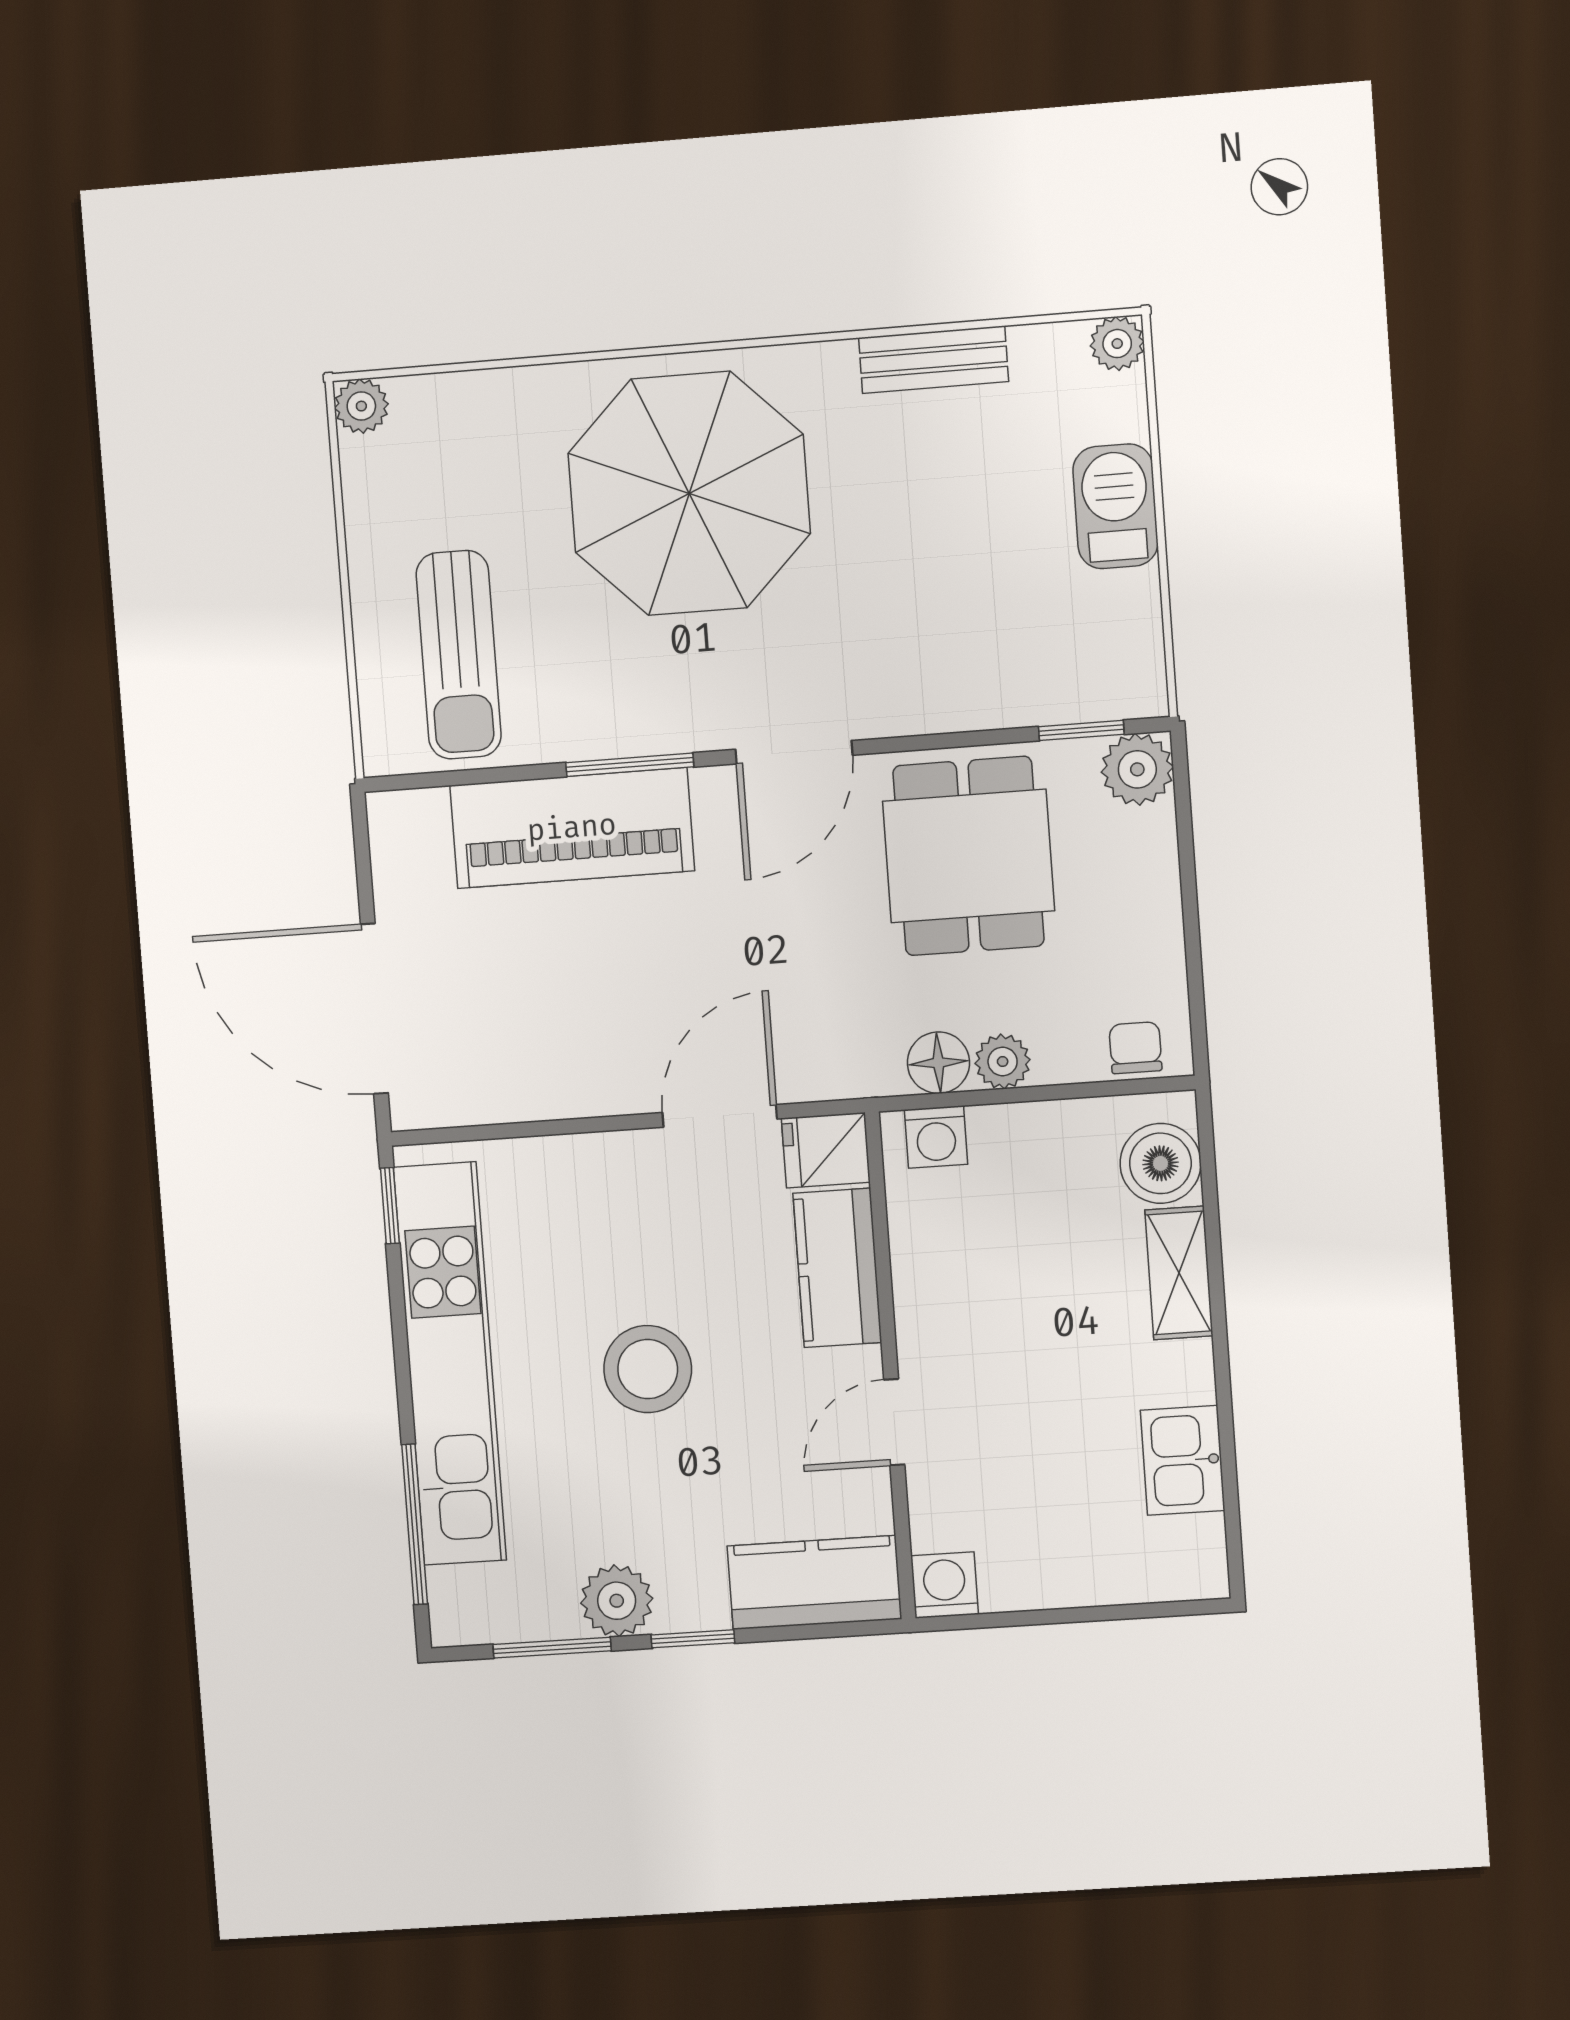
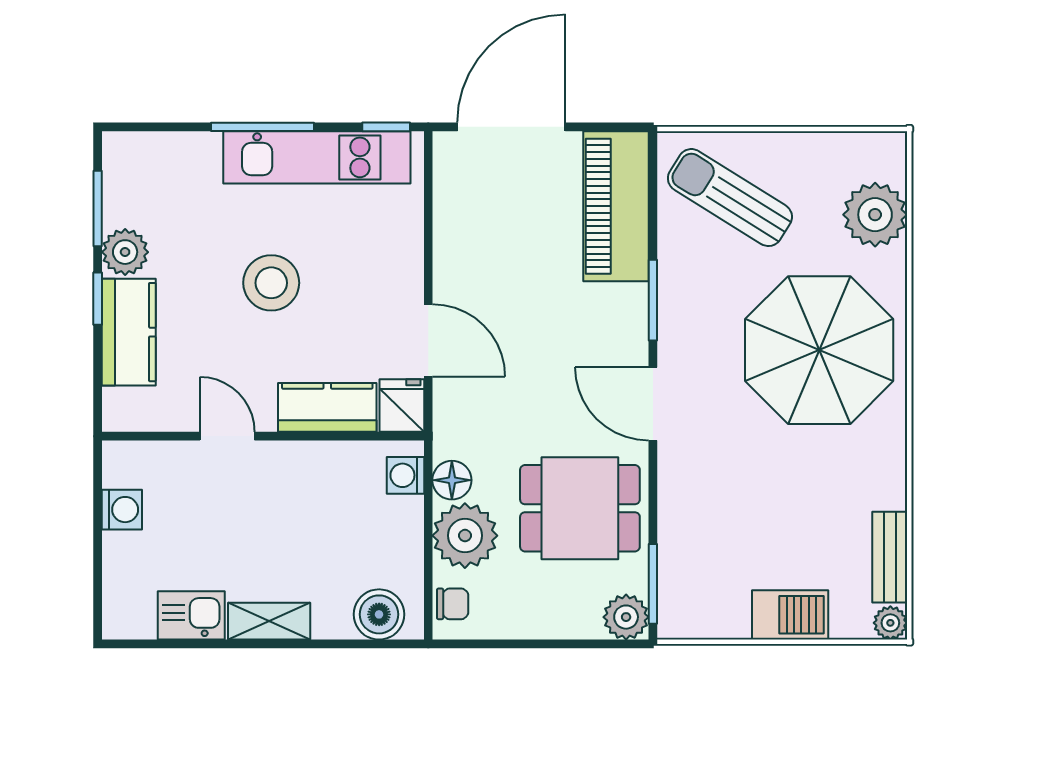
bench: (934, 360) -> (890, 557), moved
plant: (361, 406) -> (875, 215), moved, width x1.88, depth x1.88
sun lounger: (459, 655) -> (730, 198), turned 32
window: (1081, 730) -> (653, 584), width x1.50
piano: (572, 828) -> (616, 206), moved
plant: (1003, 1062) -> (465, 536), width x1.88, depth x1.88
shelving: (1179, 1273) -> (269, 621), moved
kitchen unit: (450, 1364) -> (317, 157), width x0.73
window: (415, 1524) -> (263, 127), moved
kitchen counter: (814, 1583) -> (129, 332), moved
washing machine: (945, 1585) -> (122, 510), moved

